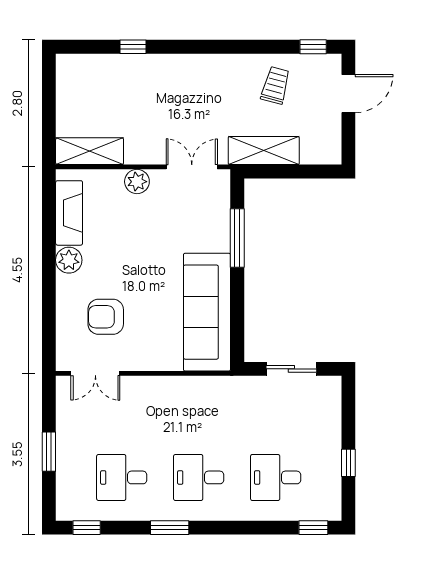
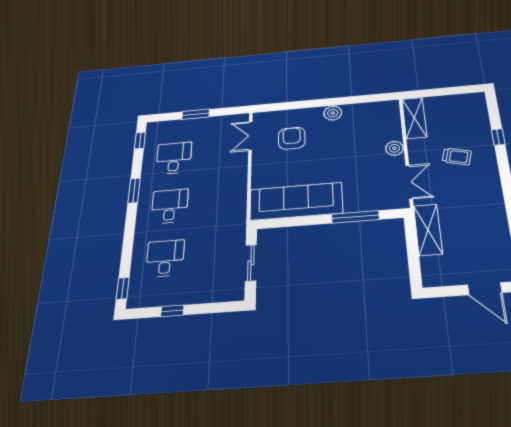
trolley: (275, 85) -> (457, 156), moved
fireplace: (69, 213) -> (367, 110), removed

